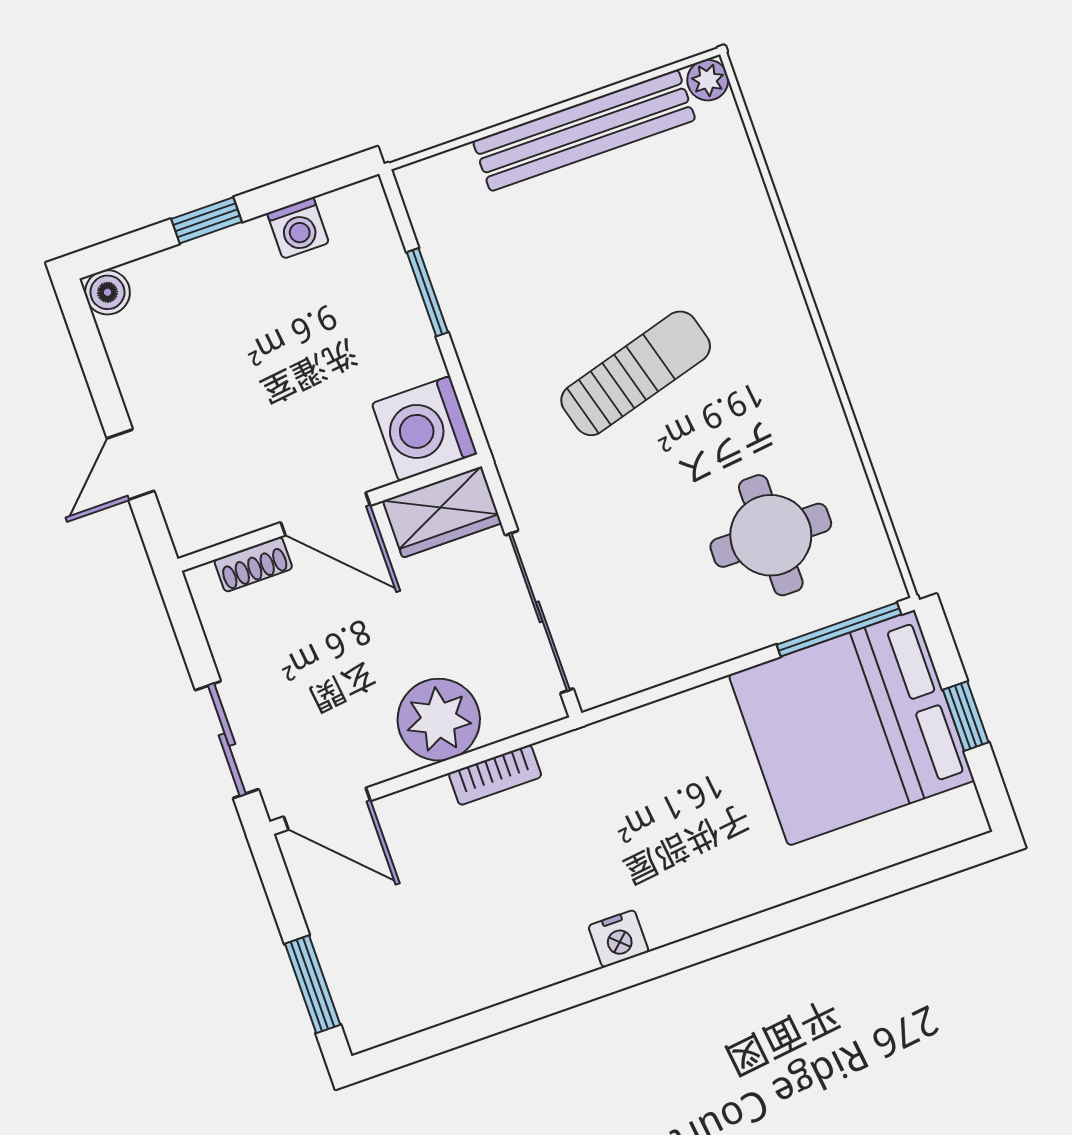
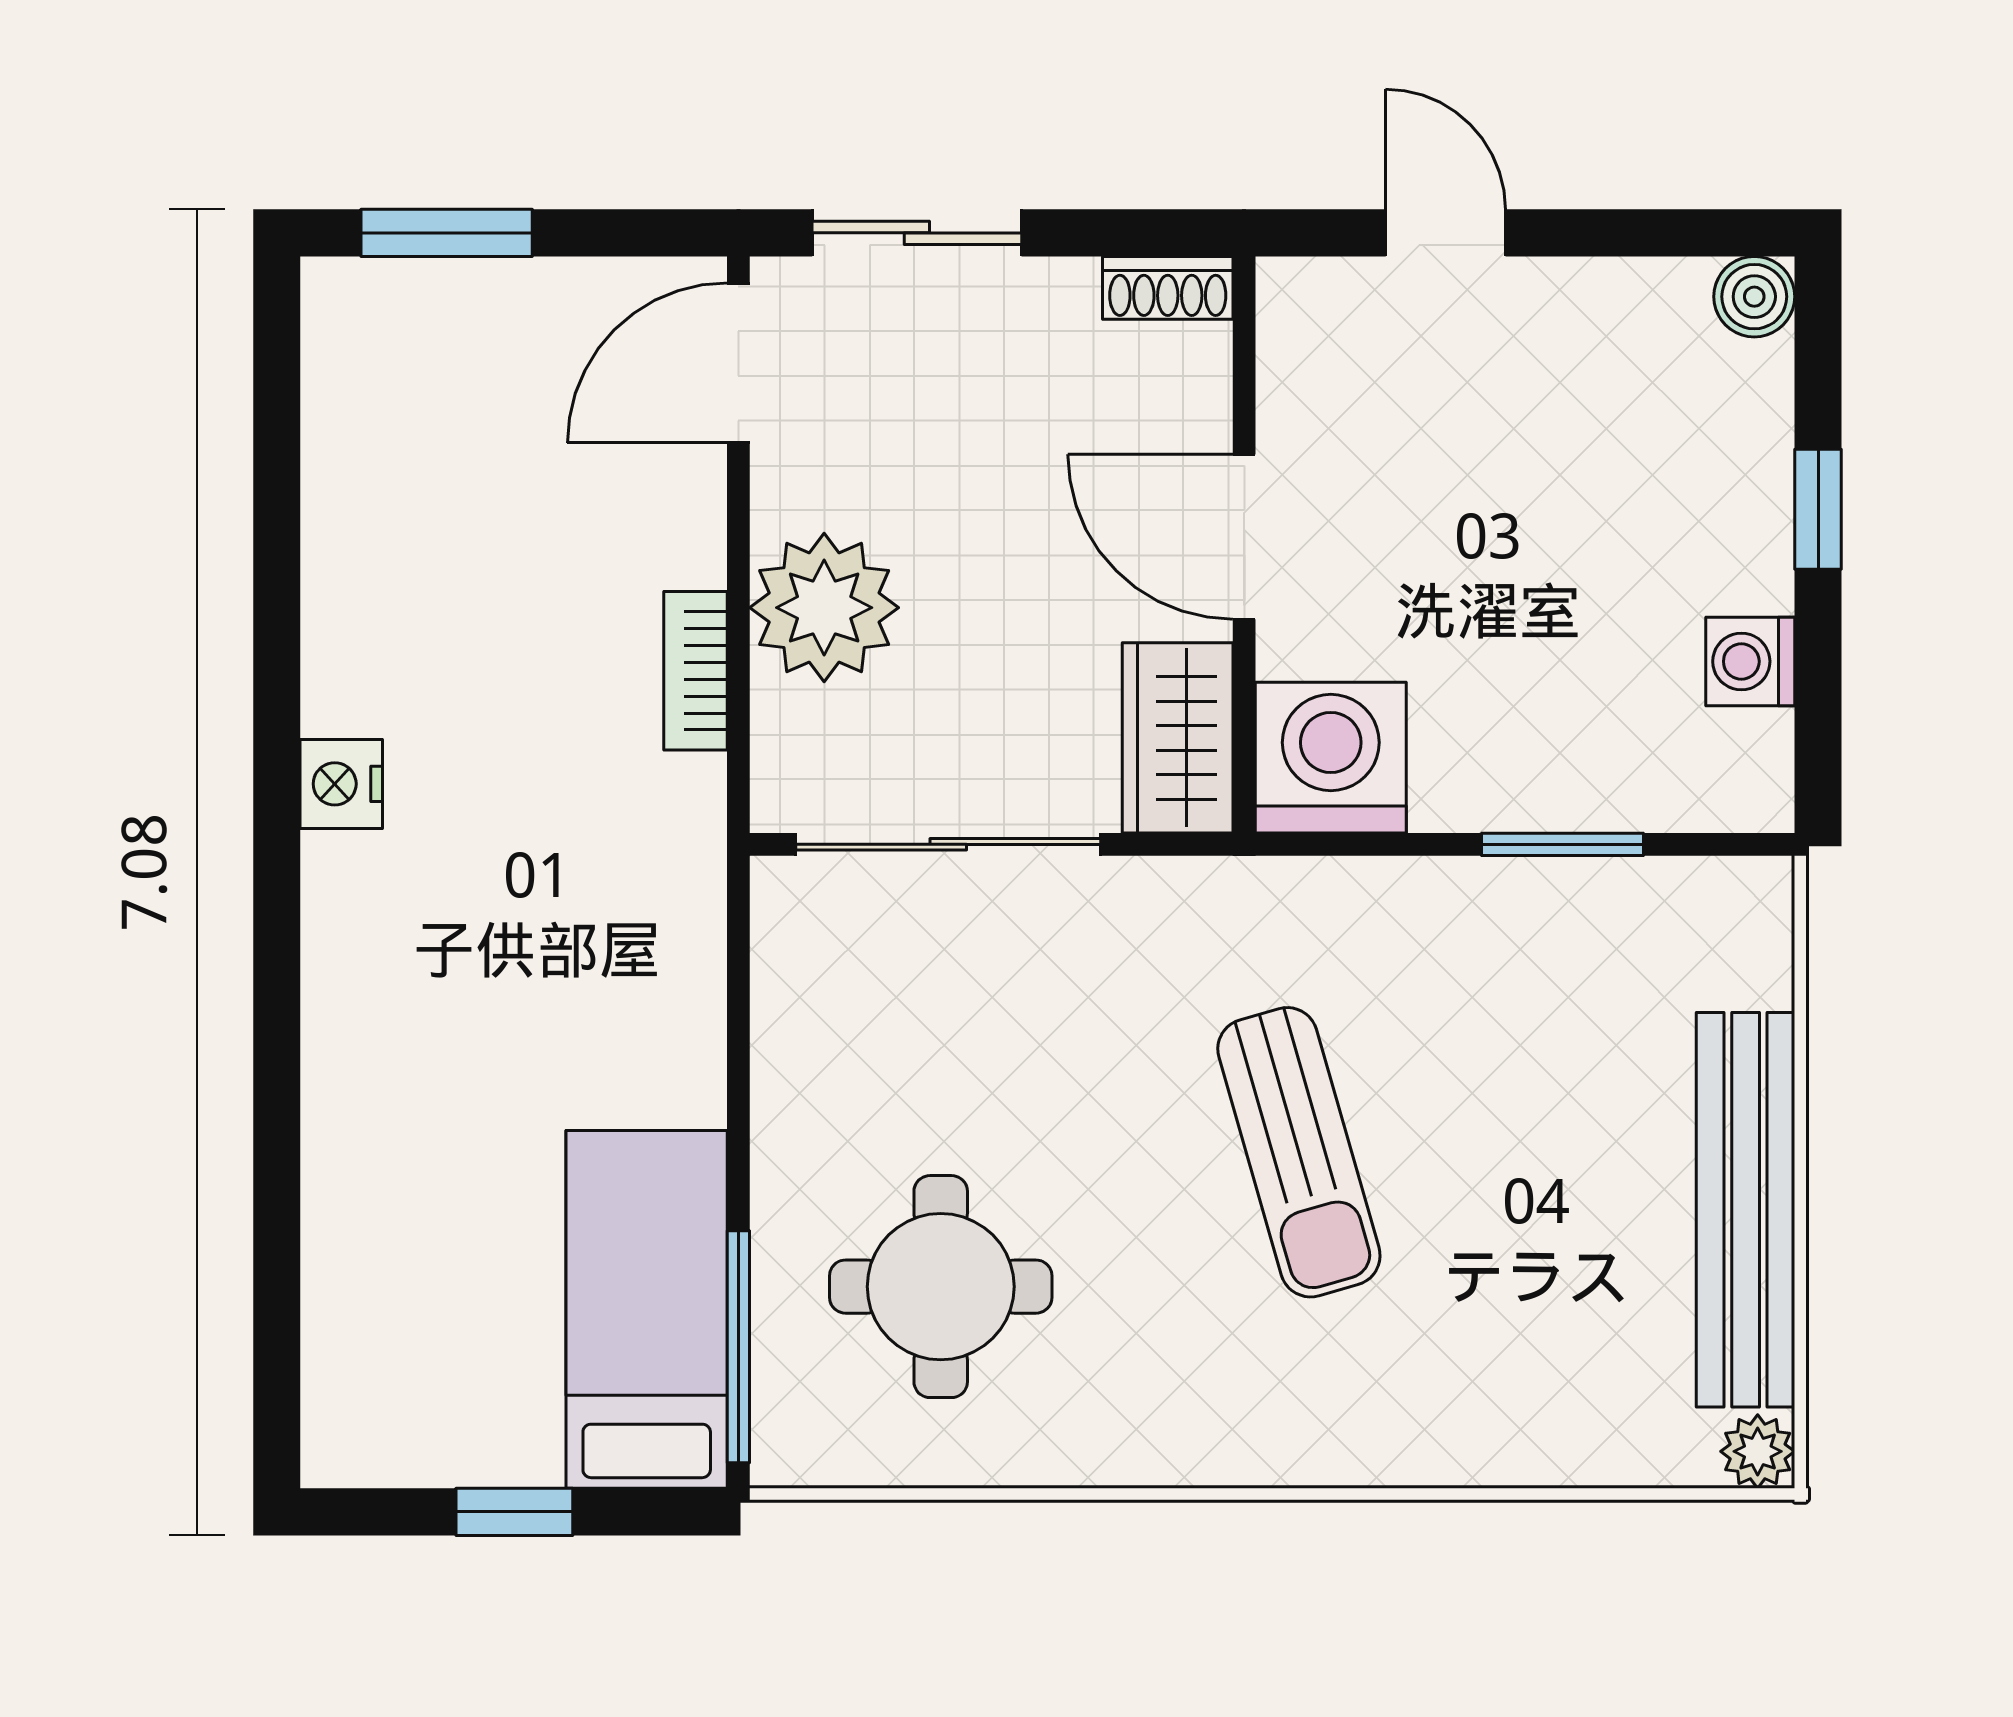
door: (325, 514) -> (1244, 537), hinge flipped
shoe rack: (253, 564) -> (1168, 288), moved, turned -90
bed: (852, 728) -> (647, 1309), width x0.49

